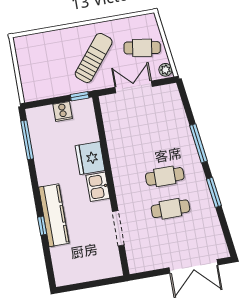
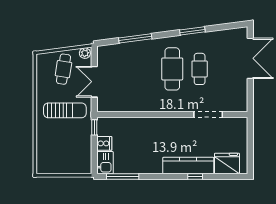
sun lounger: (94, 58) -> (65, 110), turned 141
window: (199, 143) -> (135, 38), moved
fridge: (90, 158) -> (227, 163), moved, turned 180
cafe table: (165, 176) -> (172, 69), width x1.37, depth x1.35
kitchen sink: (98, 187) -> (105, 163), moved, turned -90

